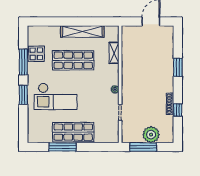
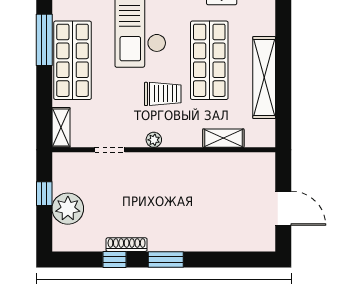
window: (178, 67) -> (166, 259), moved
trolley: (91, 85) -> (163, 94), added
shelving: (108, 138) -> (61, 127), added
window: (143, 147) -> (44, 194), width x0.46

